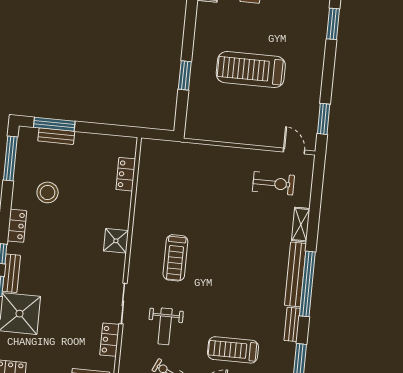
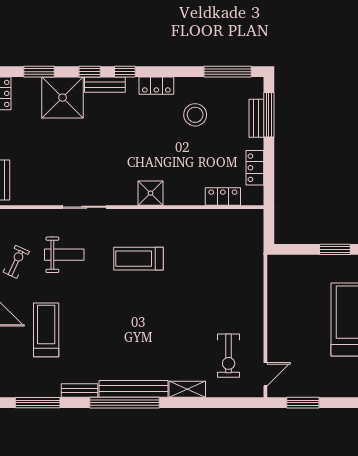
weight bench: (165, 326) -> (64, 255), turned 180
locker: (109, 340) -> (255, 168), moved, turned -90

